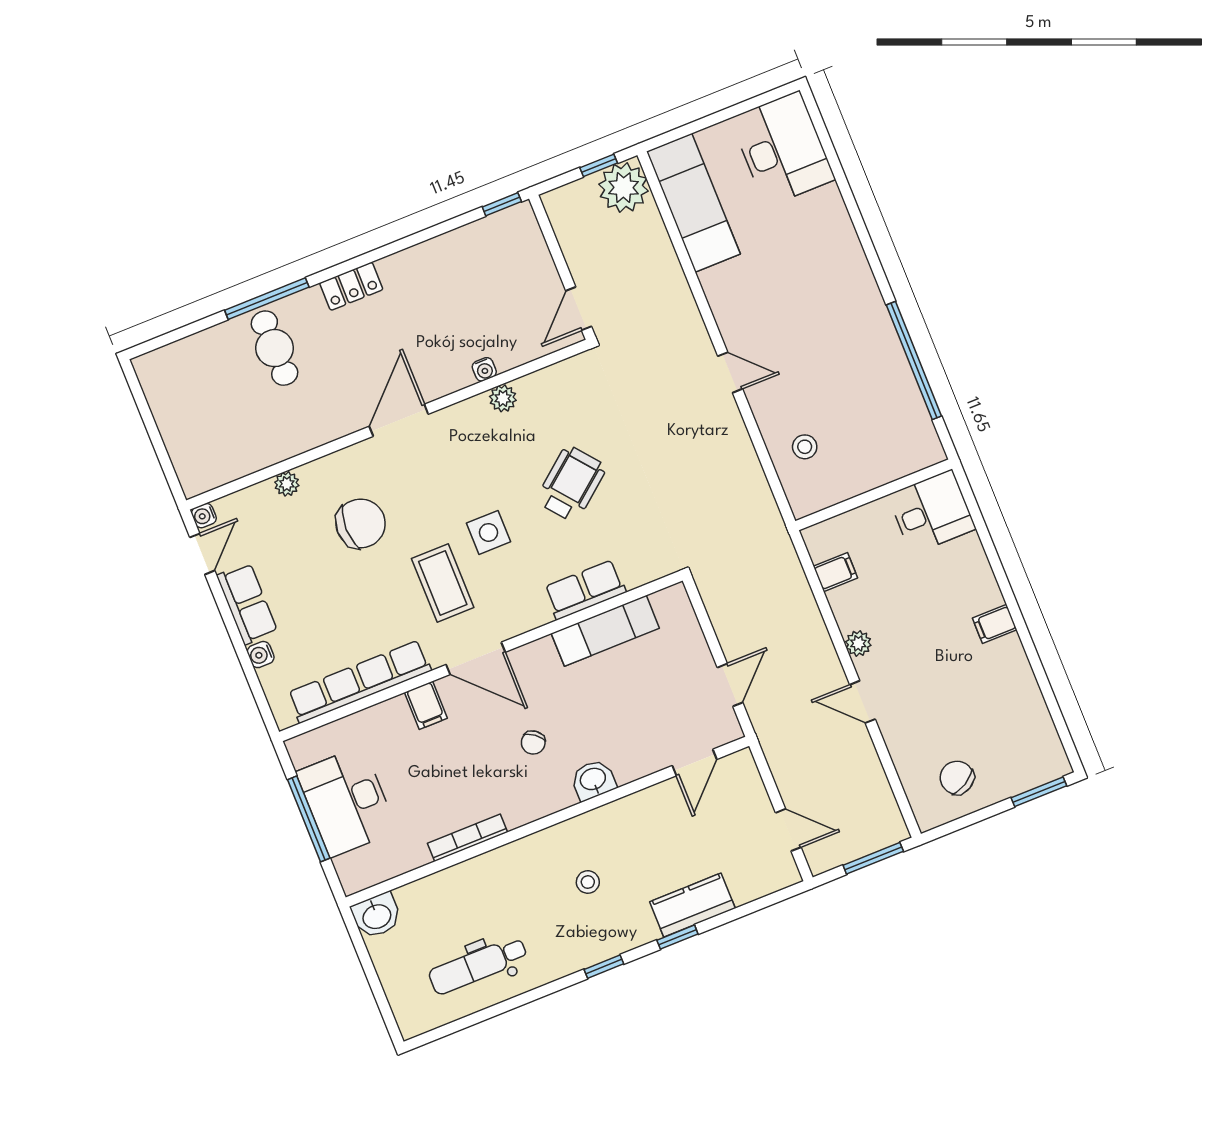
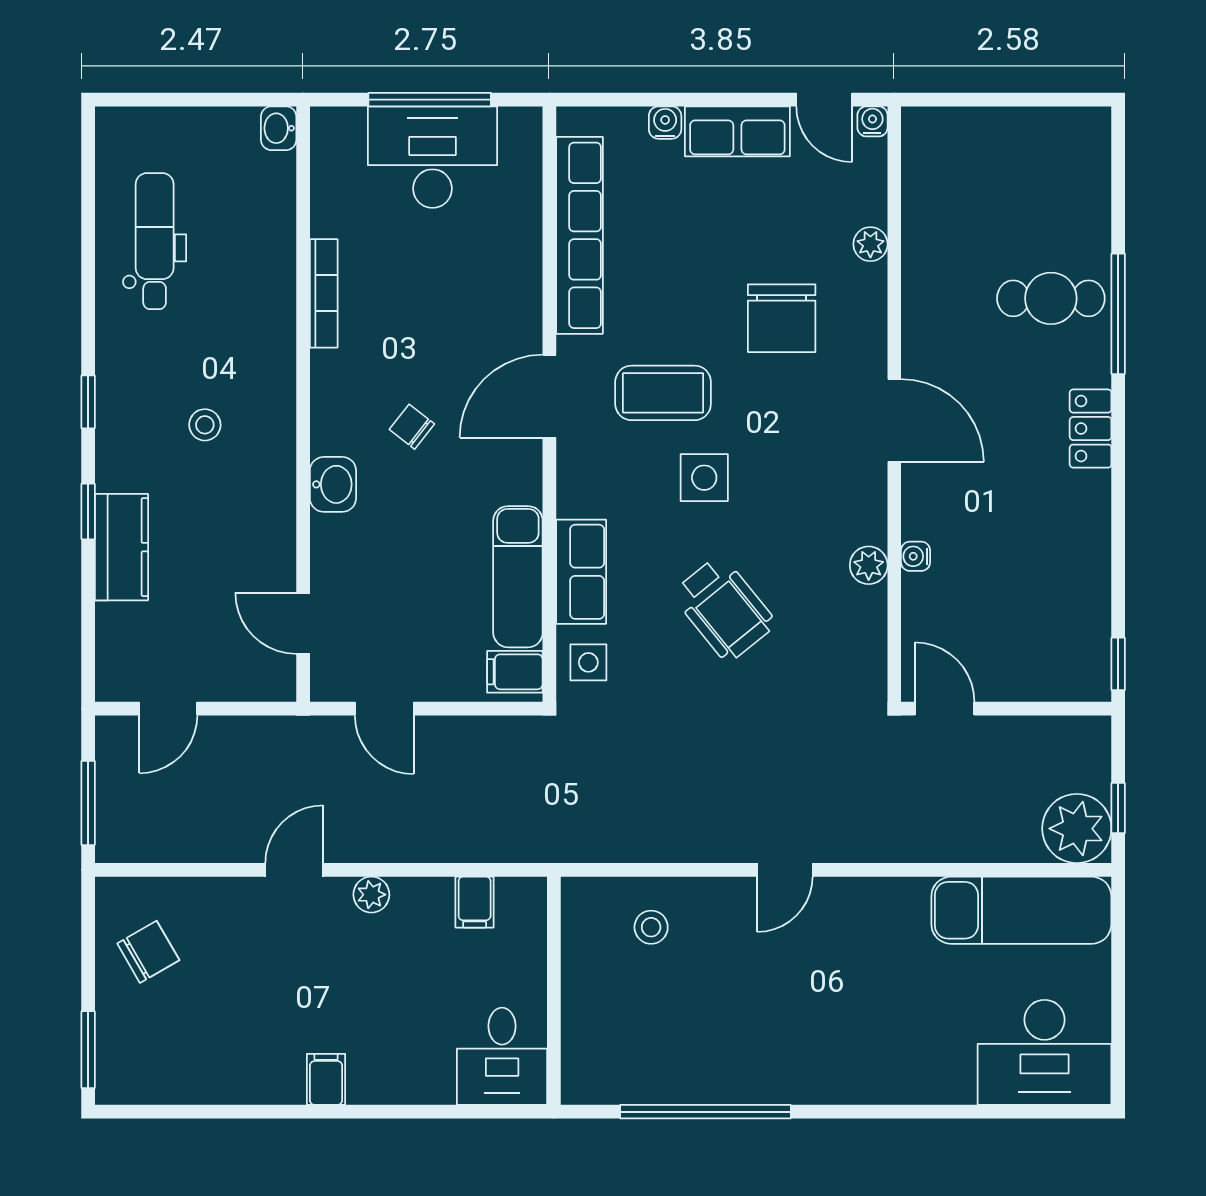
side table: (644, 560) -> (588, 662), added
filing cabinet: (426, 705) -> (515, 672), moved
washbasin: (377, 916) -> (279, 128), width x0.72, depth x0.69

